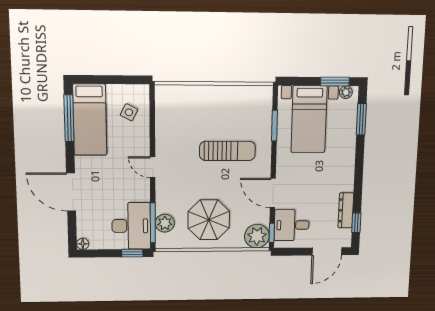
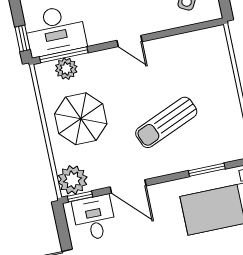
sun lounger: (227, 151) -> (166, 122), turned 67
door: (153, 167) -> (129, 41), swing flipped
door: (273, 193) -> (128, 186), swing flipped

